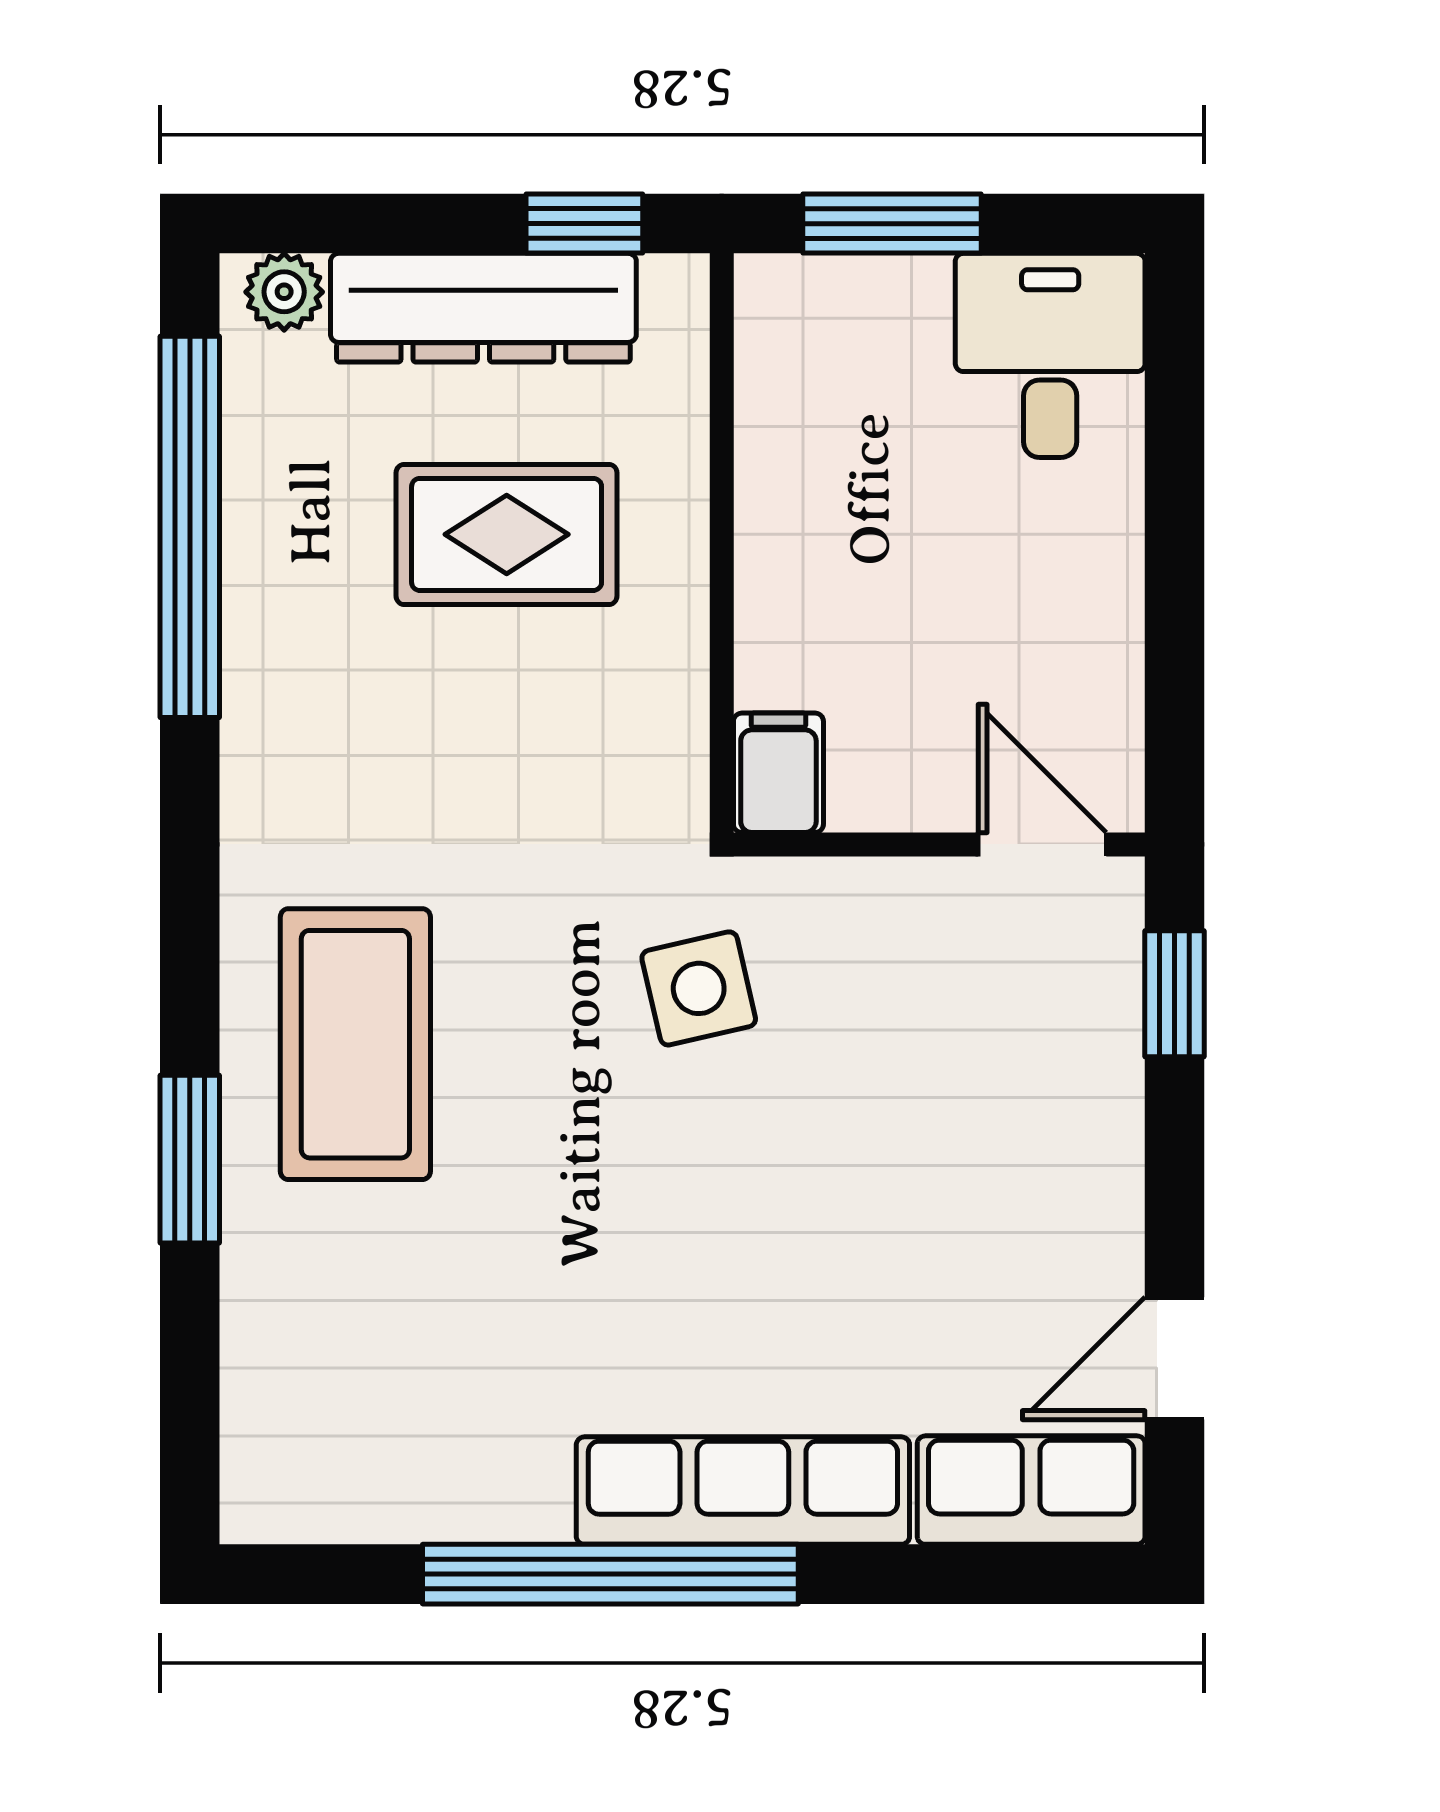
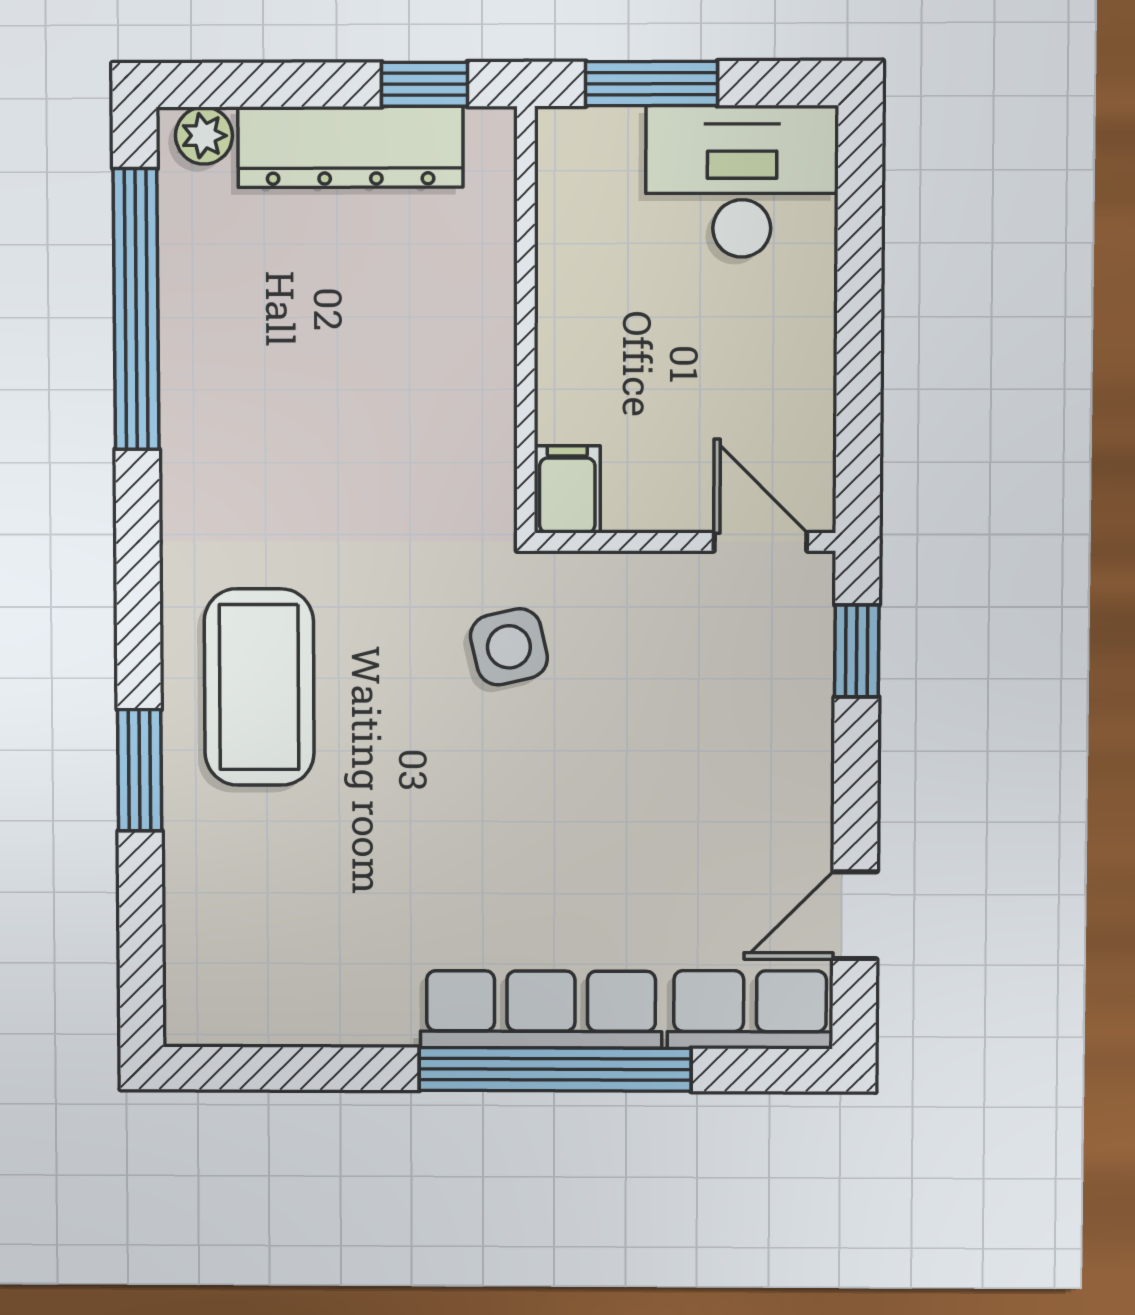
desk: (1050, 355) -> (742, 181), width x1.37
rug: (507, 534) -> (368, 315), removed
window: (610, 1574) -> (555, 1069), moved

